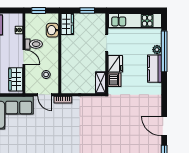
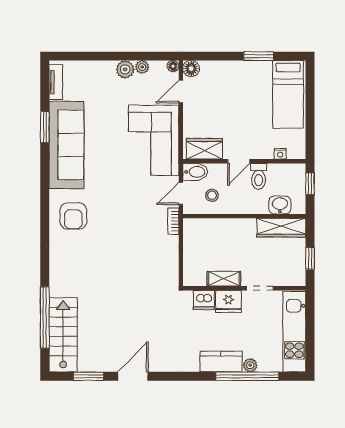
wardrobe: (67, 24) -> (281, 228), width x1.50
shelving: (100, 83) -> (224, 279), moved
bidet: (31, 85) -> (195, 172), added

